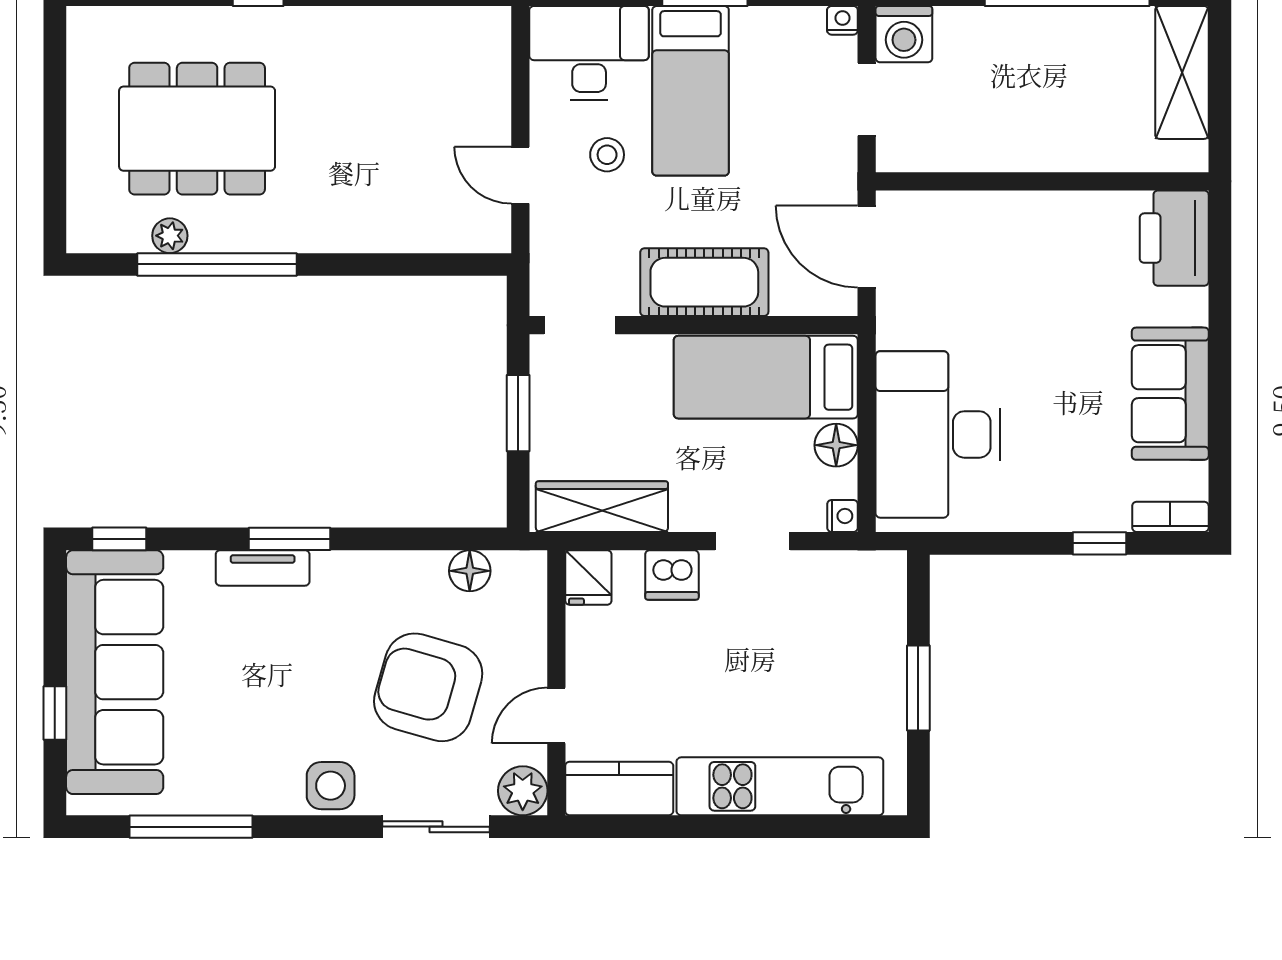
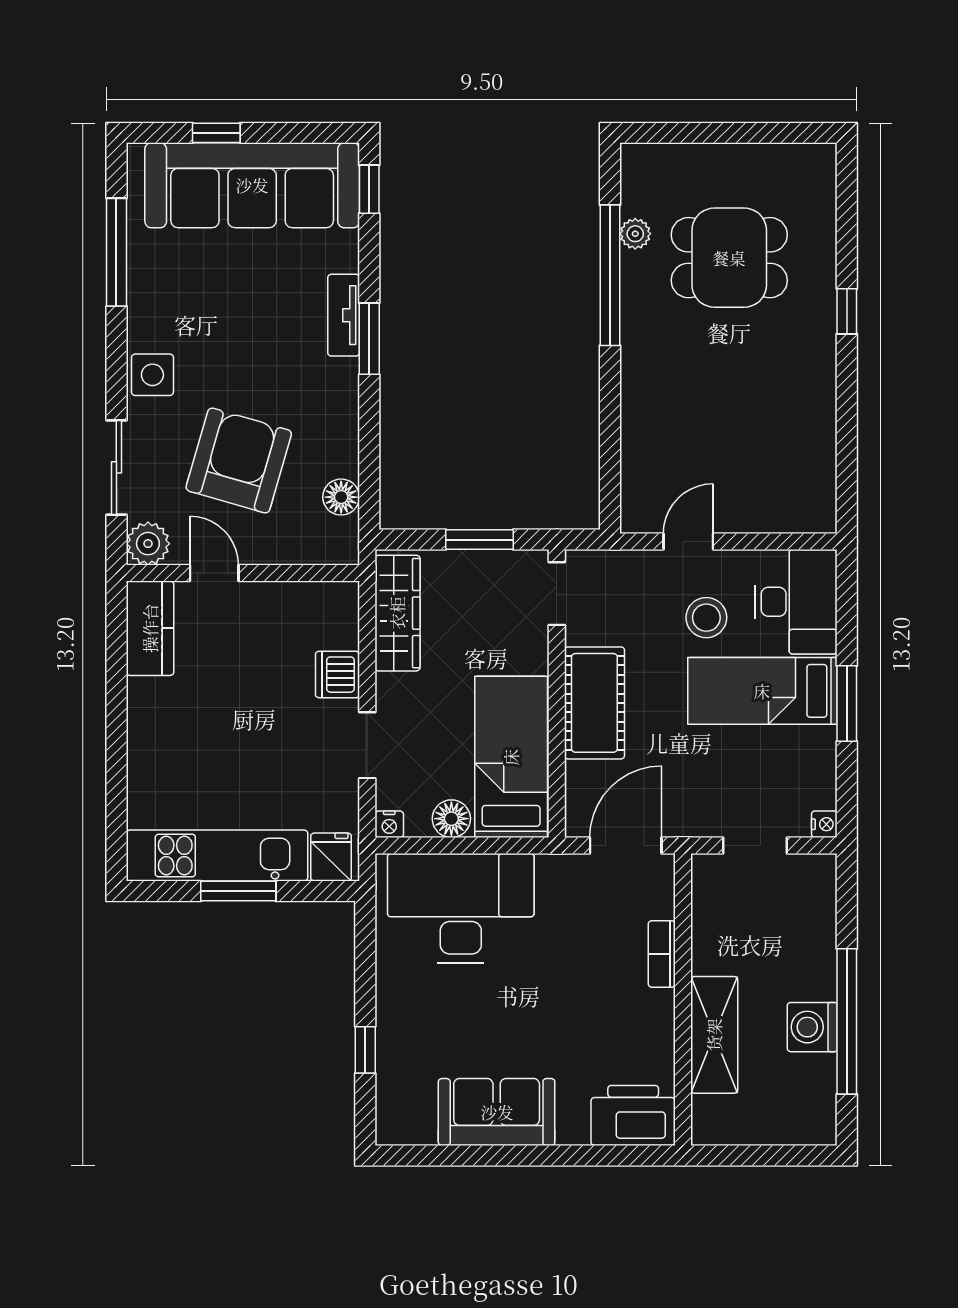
washing machine: (904, 34) -> (812, 1027), moved
shelving: (1182, 72) -> (714, 1035), moved, turned 90
dining table: (197, 129) -> (729, 258), width x0.73
stool: (607, 155) -> (706, 618), width x1.37, depth x1.37
bookcase: (1170, 517) -> (662, 954), moved, turned 180
fridge: (588, 578) -> (331, 857), moved, turned 90
kitchen unit: (780, 786) -> (217, 856), moved, turned -90

